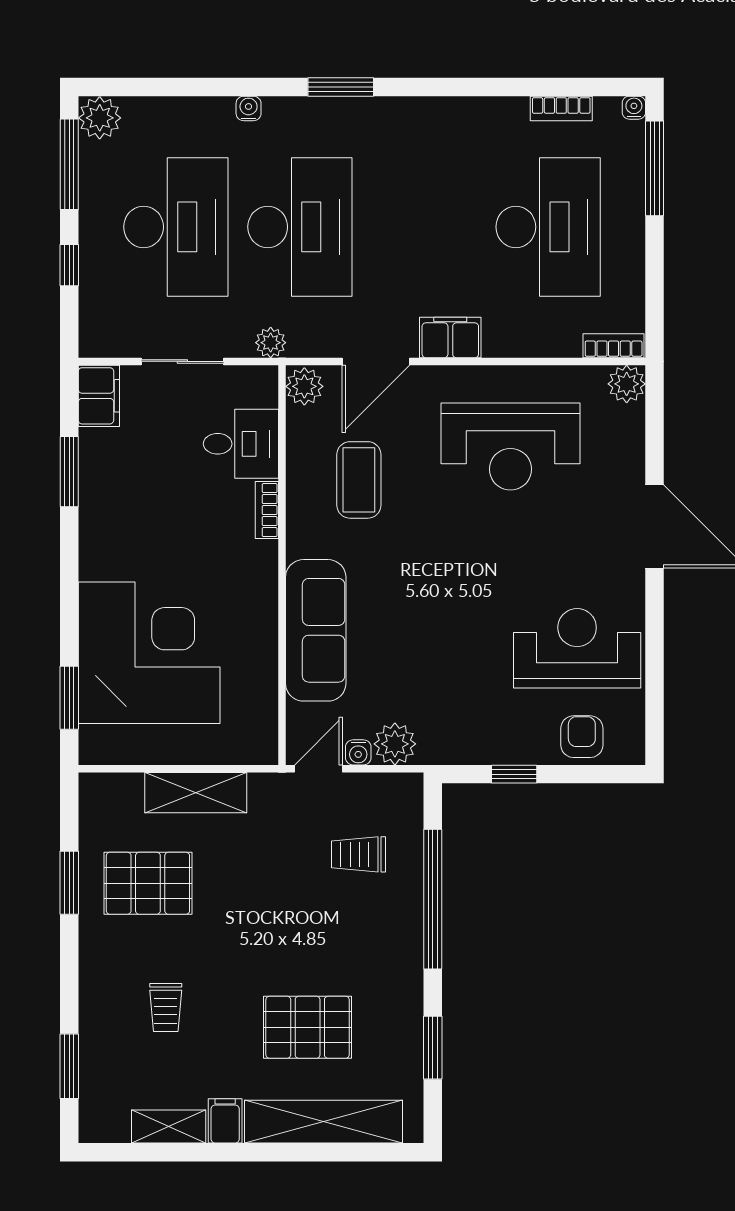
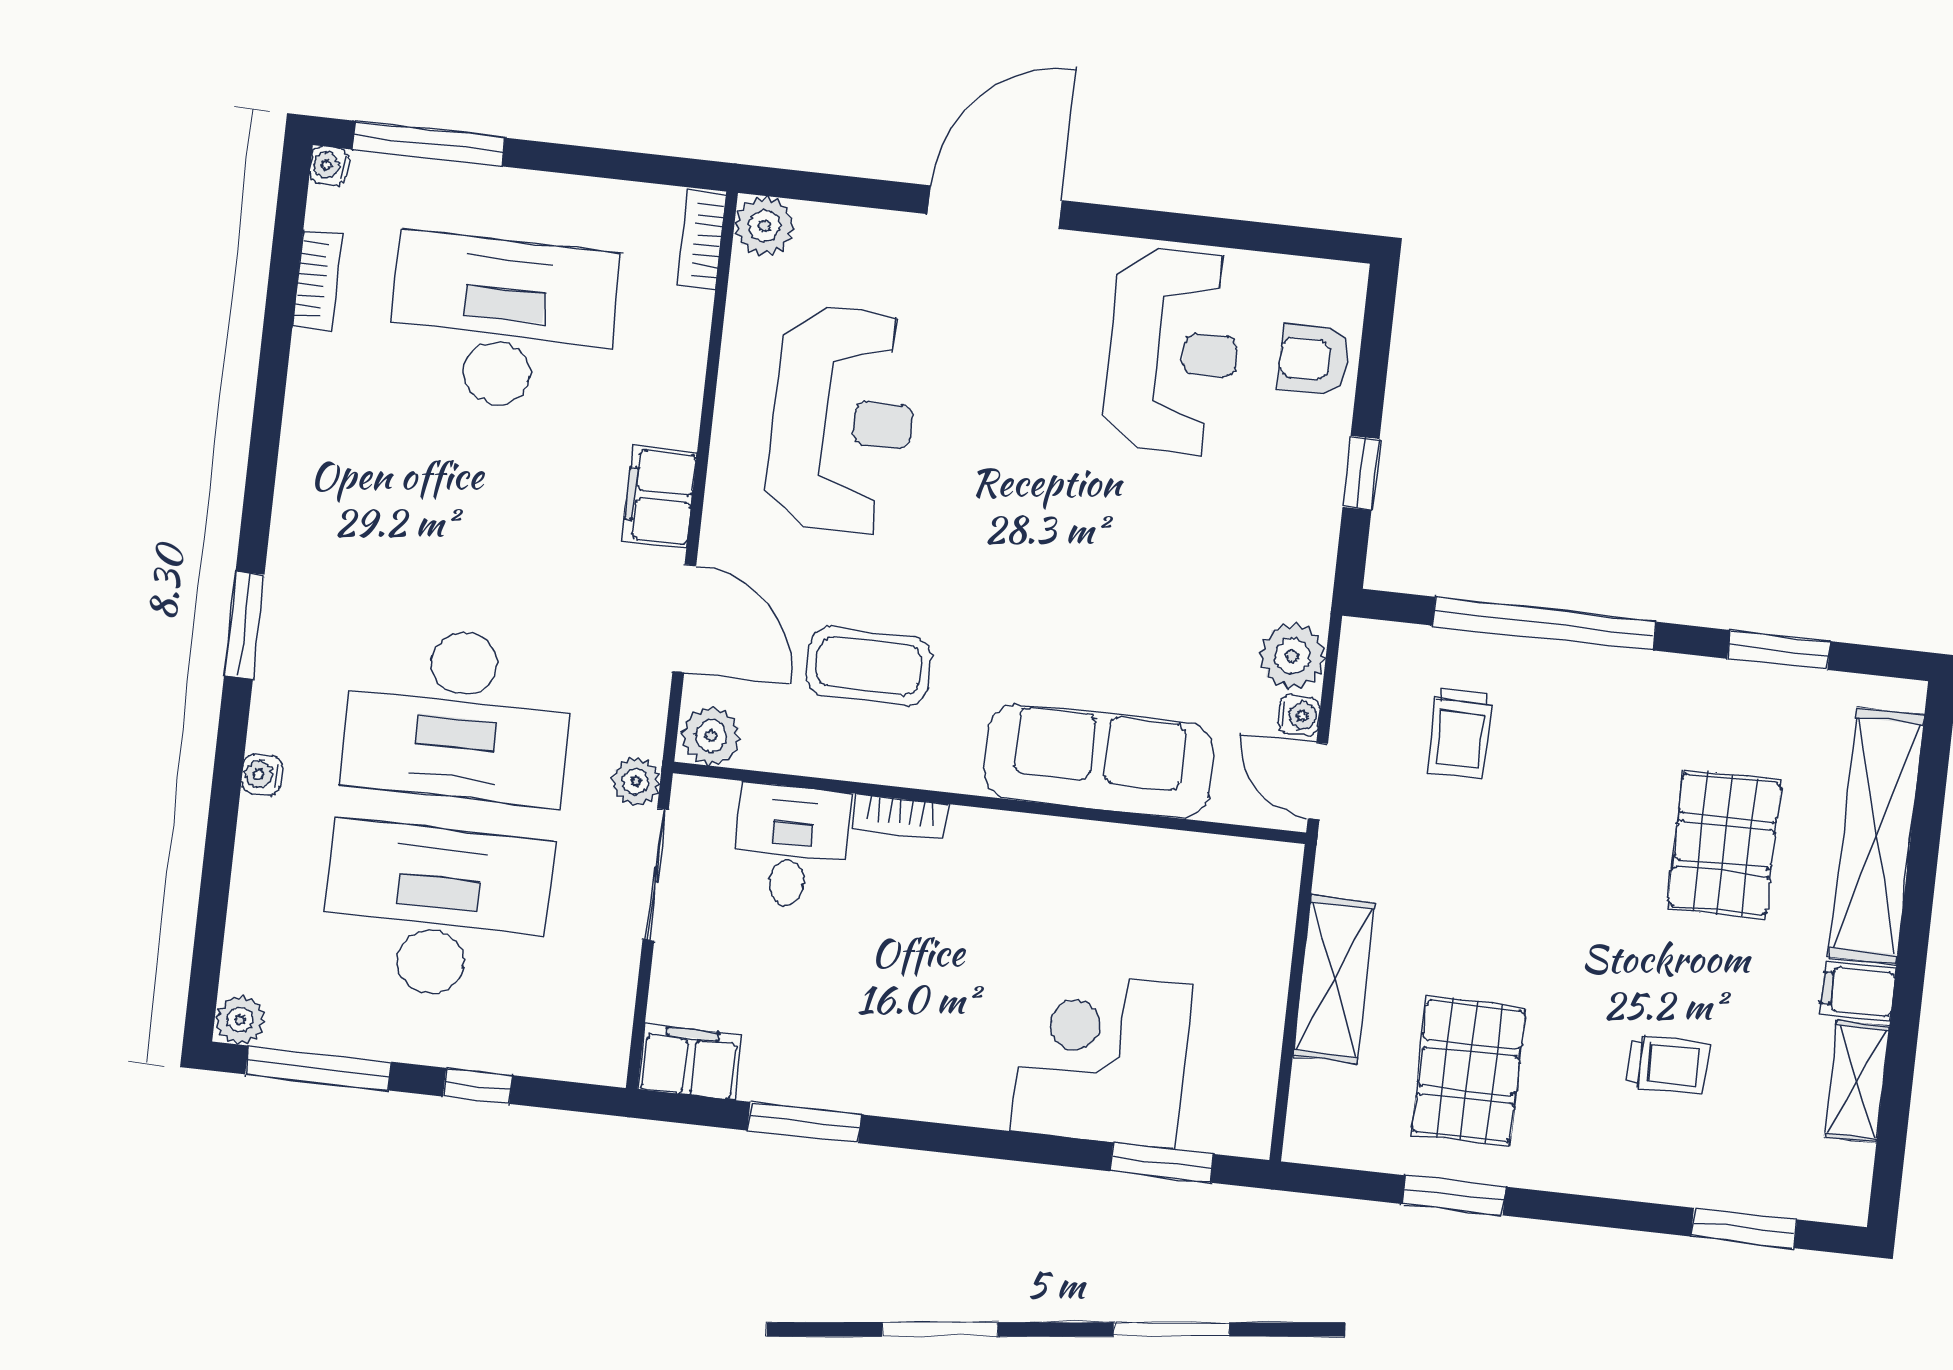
plant: (100, 118) -> (240, 1020), width x0.73, depth x0.73
desk: (300, 227) -> (458, 715), turned 180
sliding door: (182, 361) -> (656, 875), moved
reception desk: (577, 648) -> (1173, 351), turned 180
corner desk: (149, 653) -> (1101, 1058), width x0.74, depth x0.74

